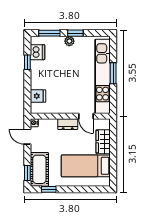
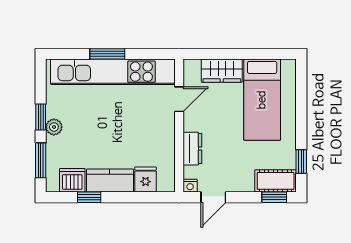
kitchen counter: (37, 75) -> (110, 181), added
dresser: (68, 124) -> (192, 149), moved
cot: (39, 169) -> (276, 181), width x0.73, depth x0.75

